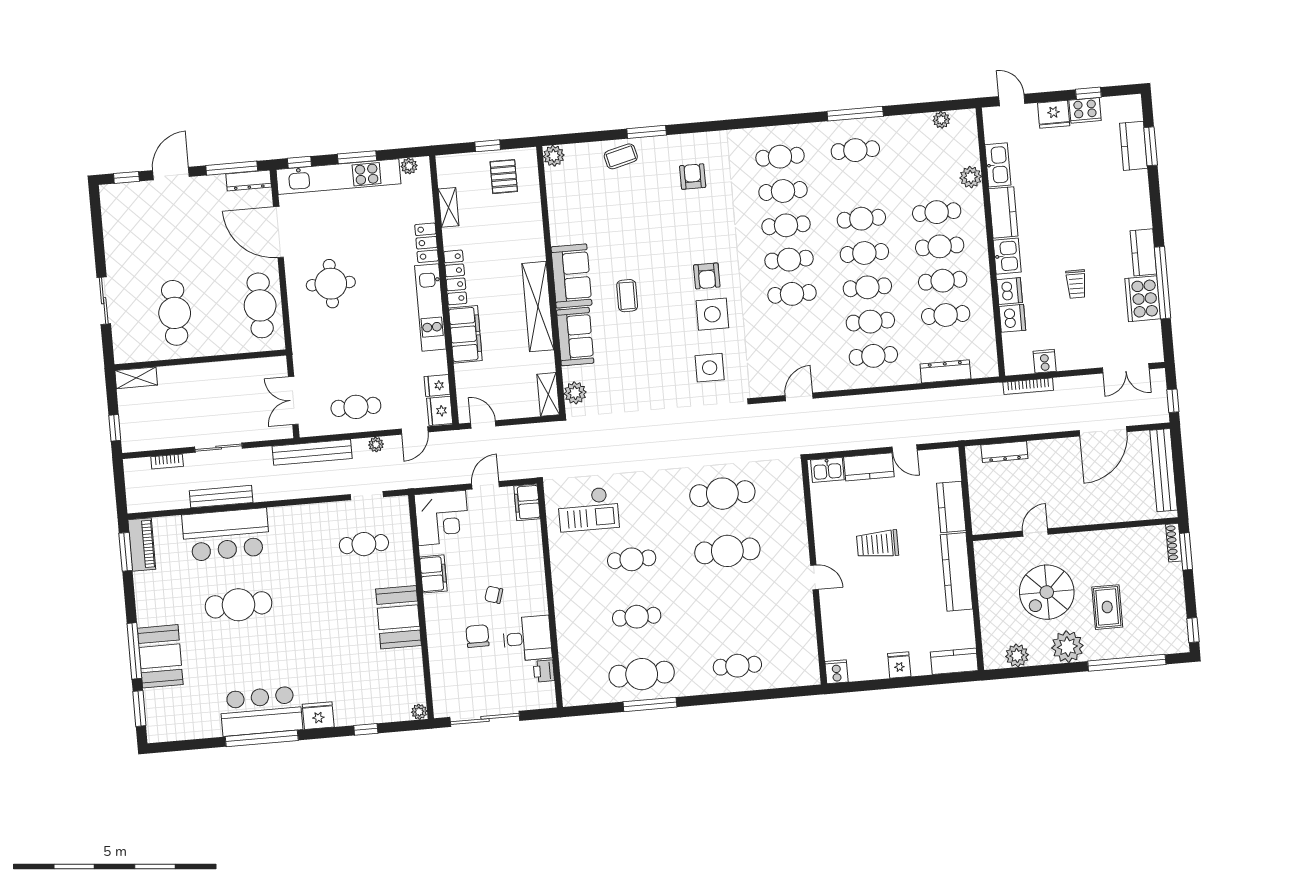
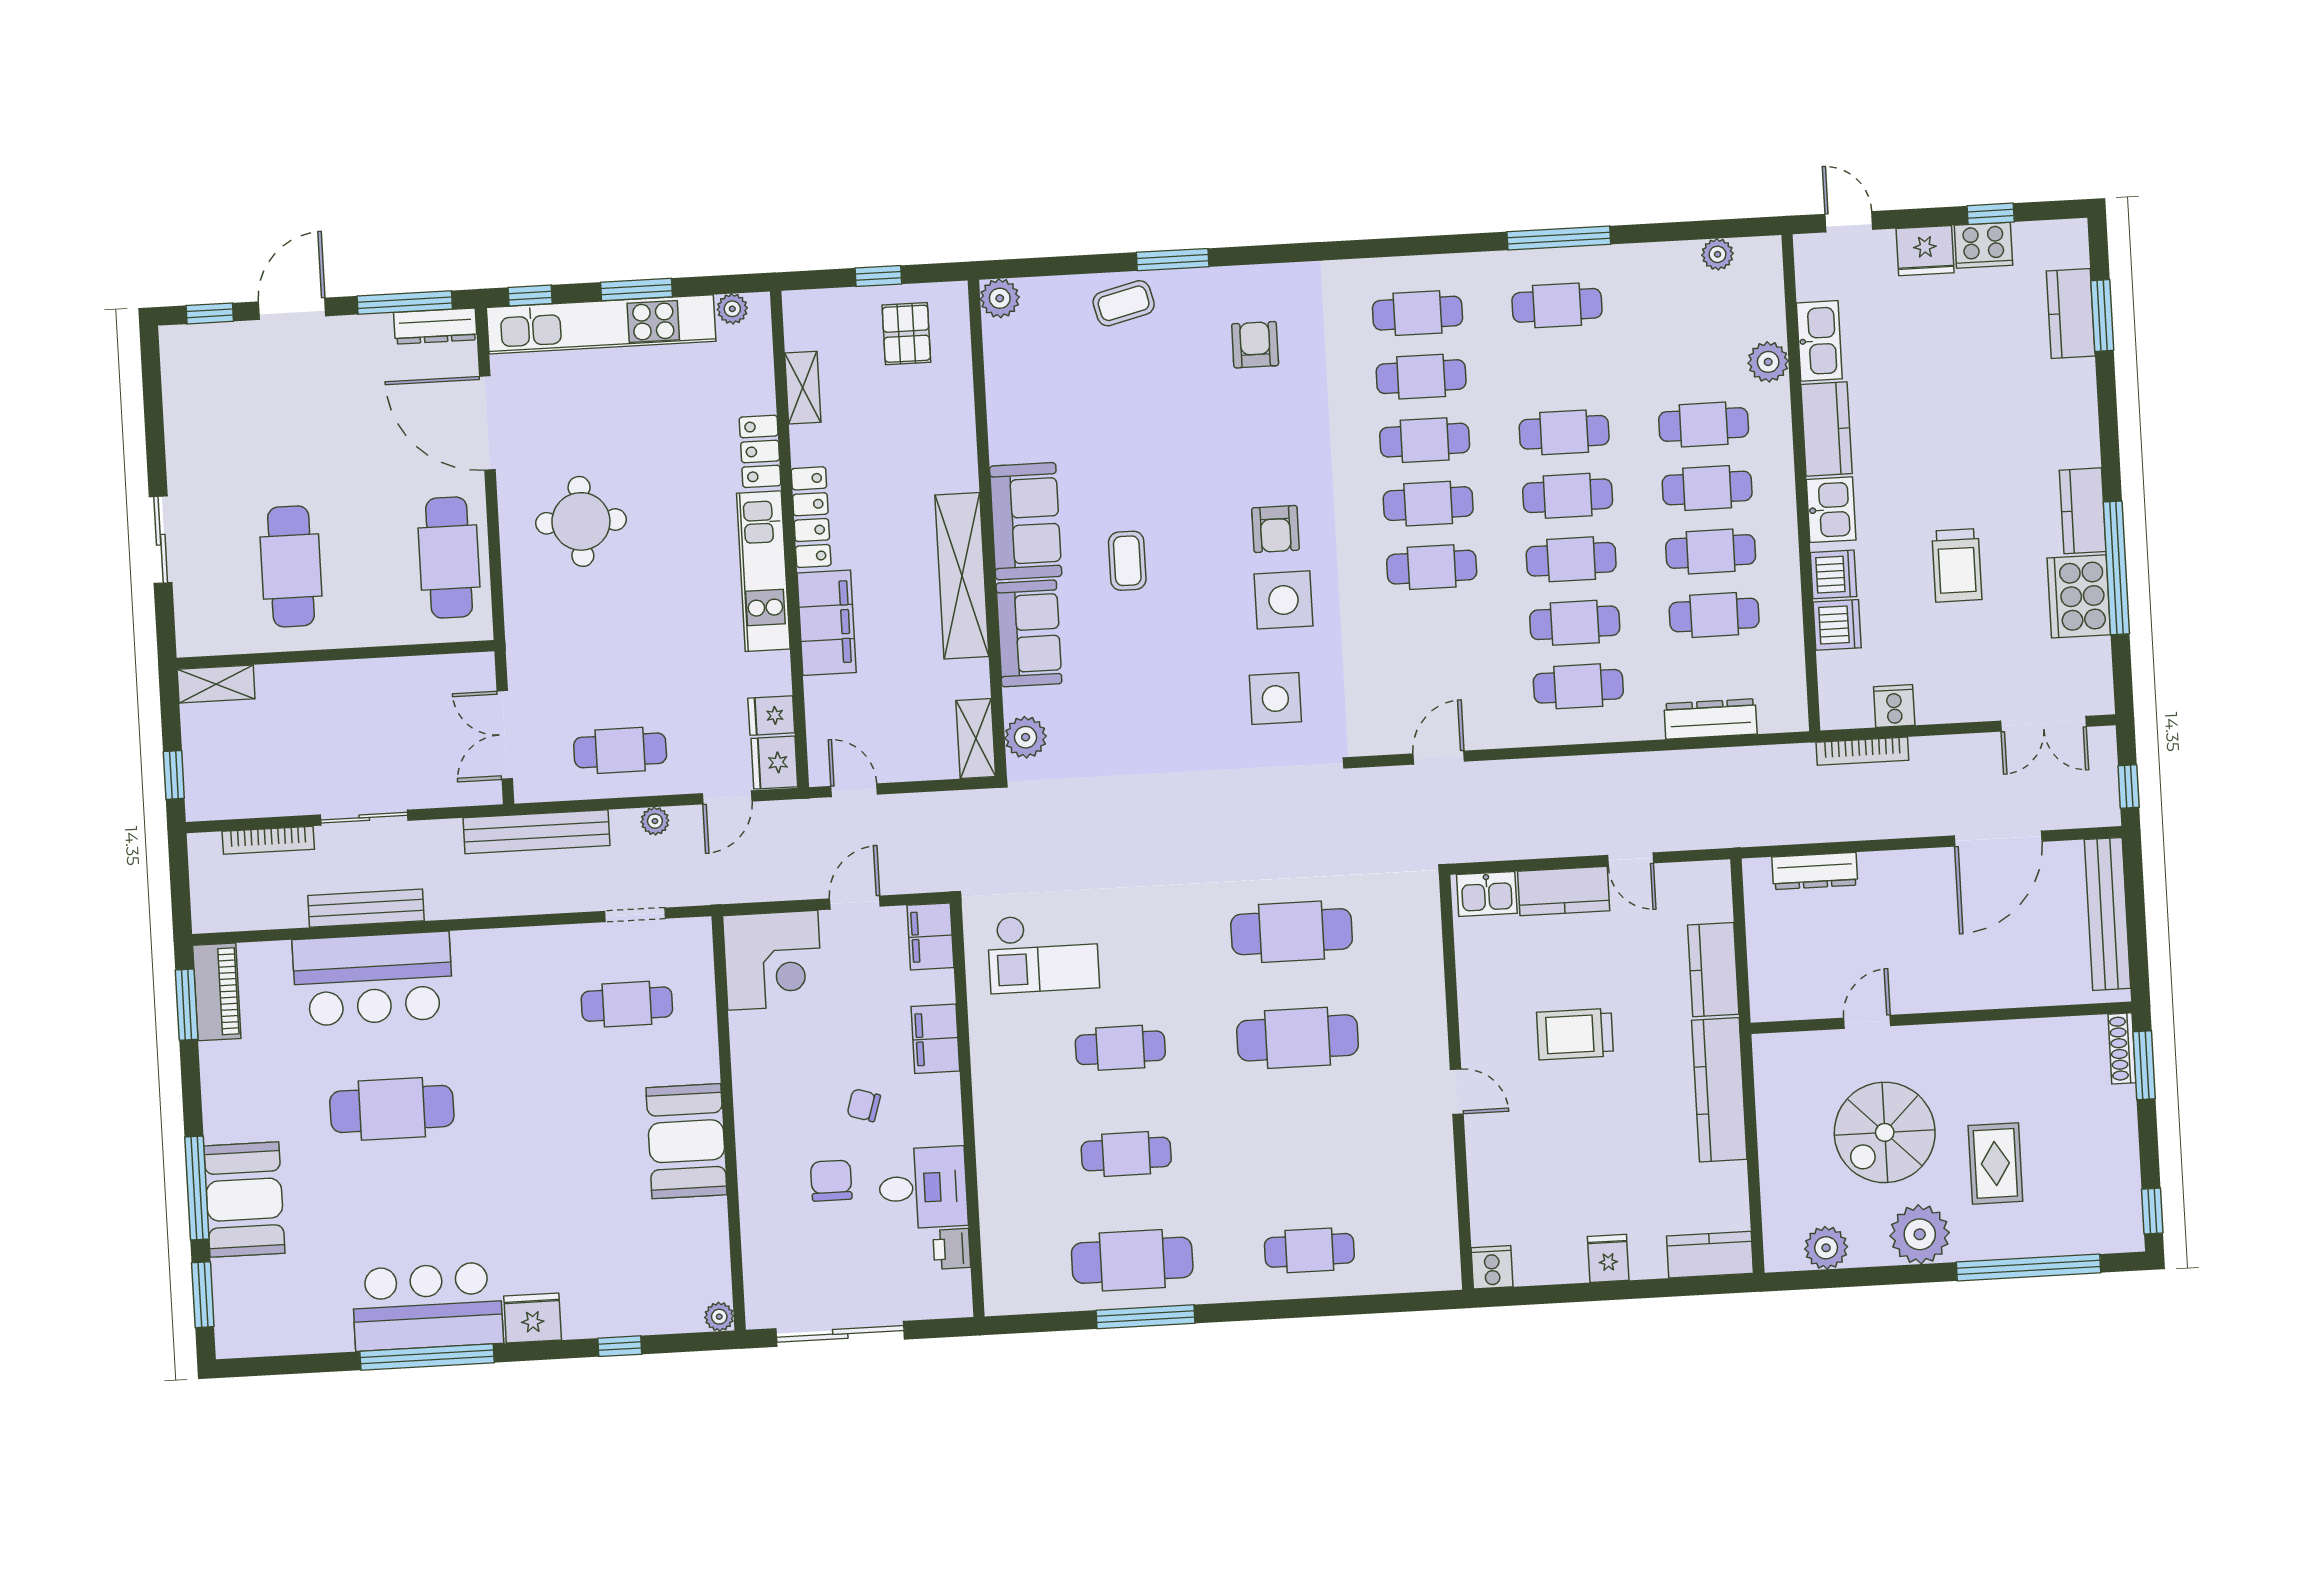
trolley: (1076, 284) -> (1957, 565), width x1.36, depth x1.39
bookcase: (167, 462) -> (268, 840), width x1.56
filing cabinet: (433, 574) -> (935, 1039), moved, turned 180

